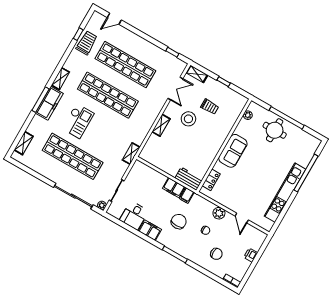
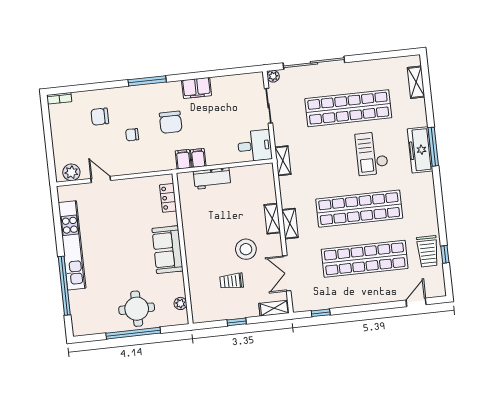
shelving: (60, 79) -> (290, 224), moved
workbench: (189, 179) -> (212, 178), moved
filing cabinet: (174, 188) -> (198, 158), width x0.50
plant: (219, 213) -> (71, 172), moved
desk: (134, 215) -> (255, 146), moved, turned 90
printer: (251, 255) -> (59, 144), removed

